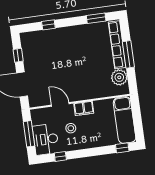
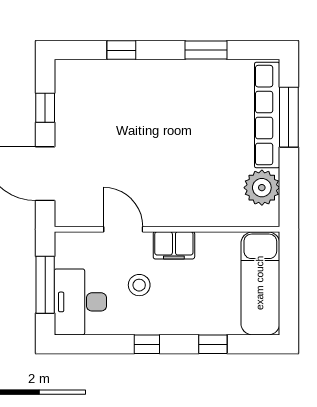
window: (96, 18) -> (206, 50), moved
window: (128, 54) -> (289, 117), moved
window: (122, 148) -> (213, 344), moved
window: (60, 156) -> (147, 344), moved

